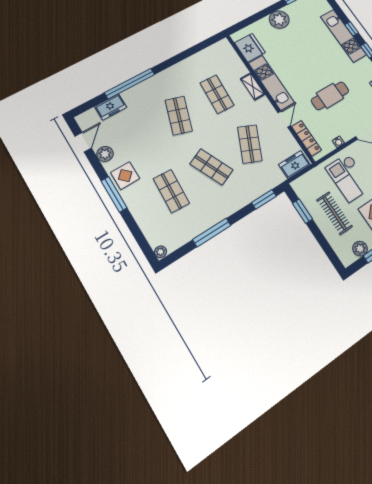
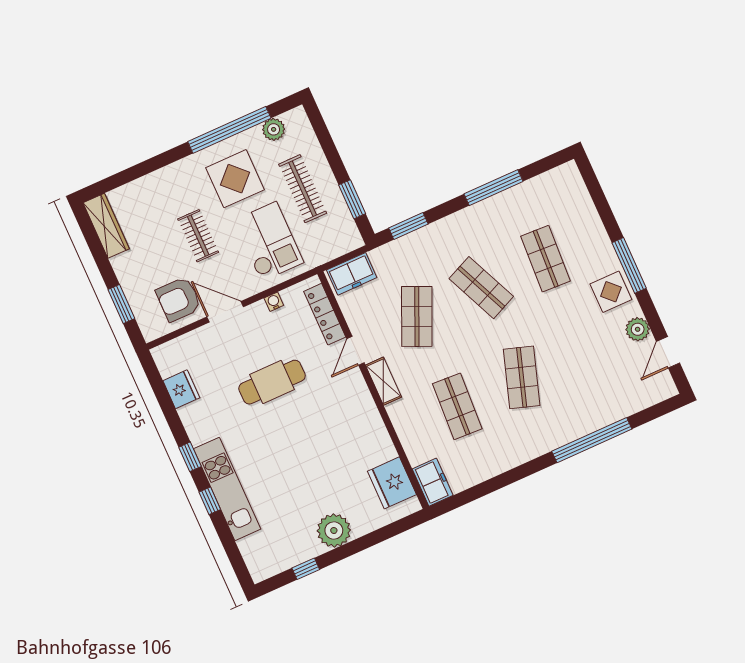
kitchen unit: (271, 83) -> (366, 416), removed
shelving: (253, 86) -> (383, 381), moved
freezer: (111, 107) -> (433, 482), moved, turned 90
plant: (161, 252) -> (570, 171), removed

